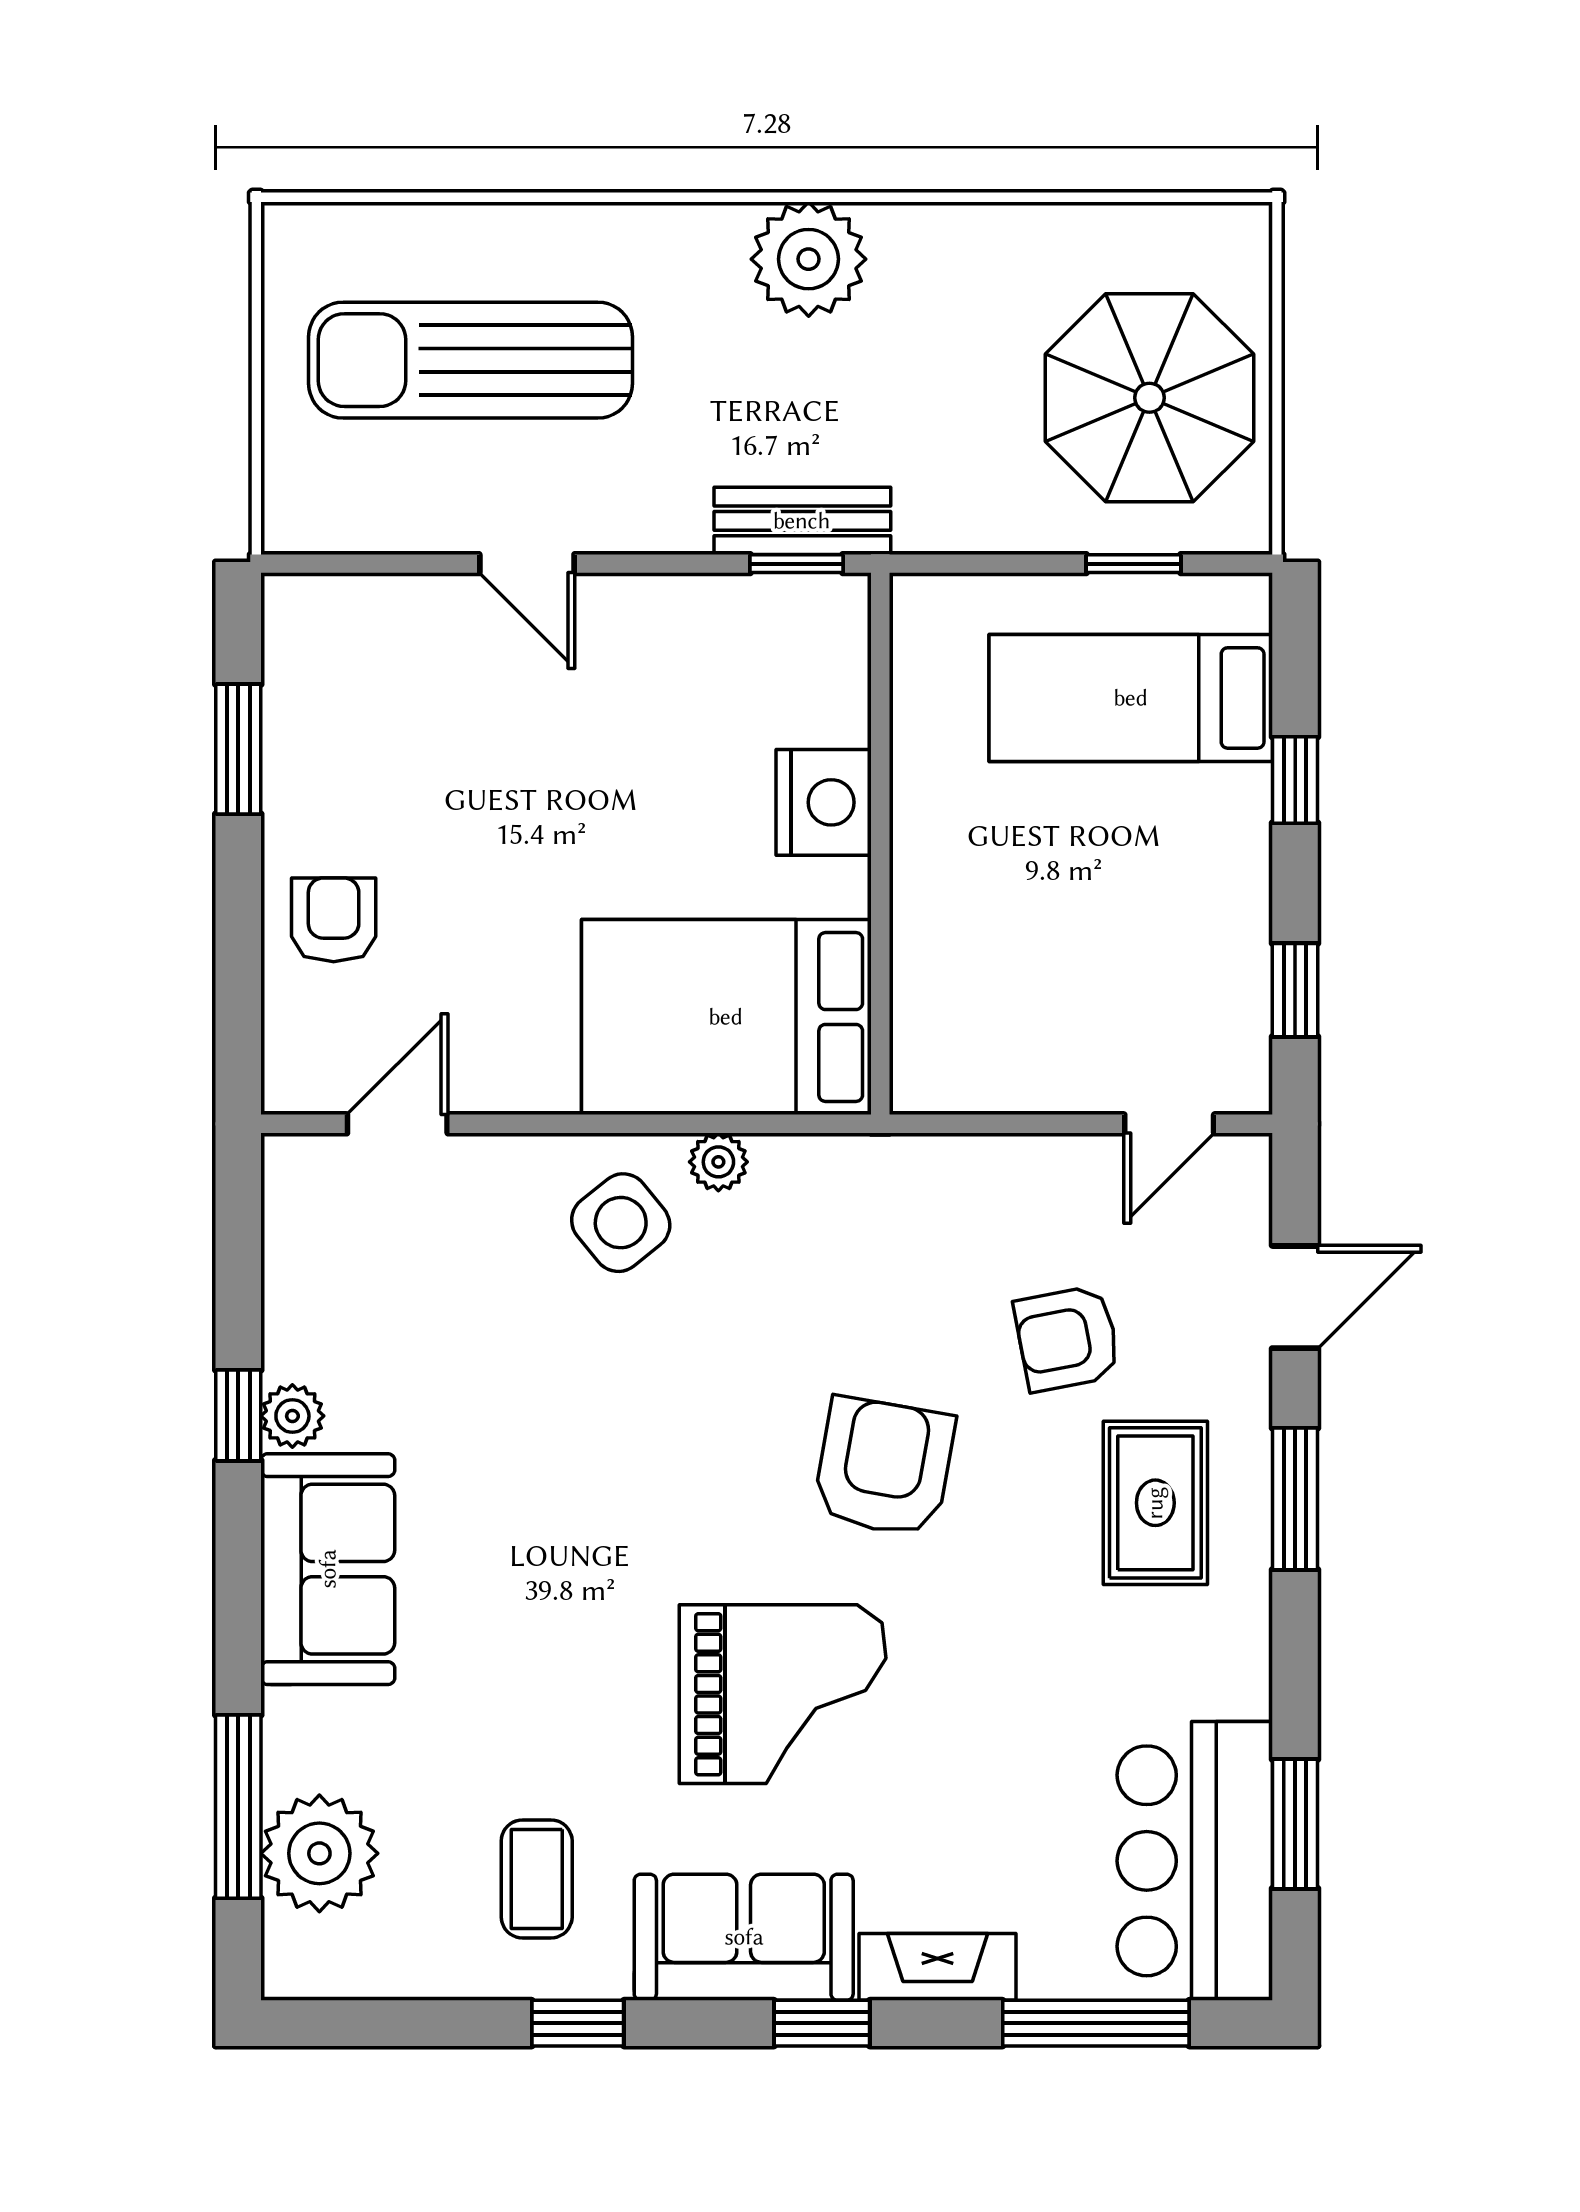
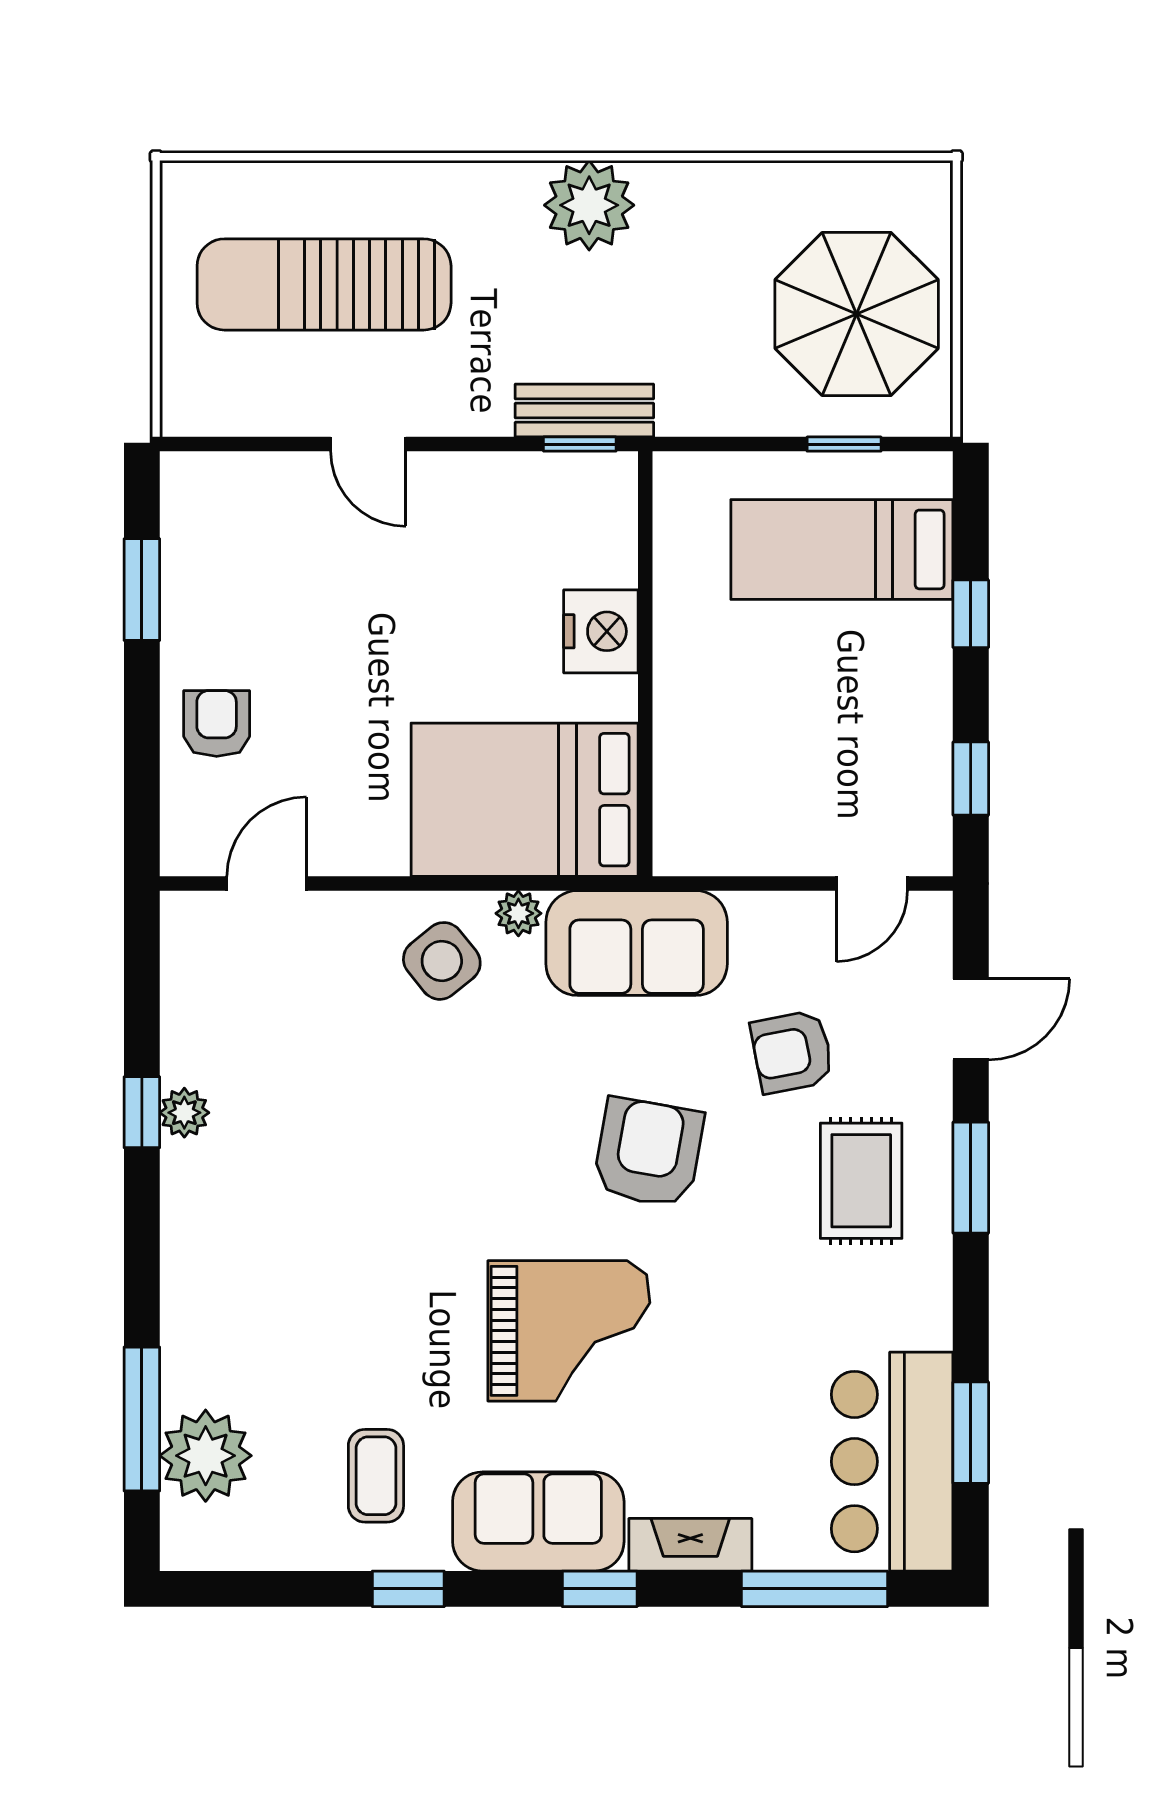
sofa: (328, 1569) -> (637, 943), moved, turned 90

